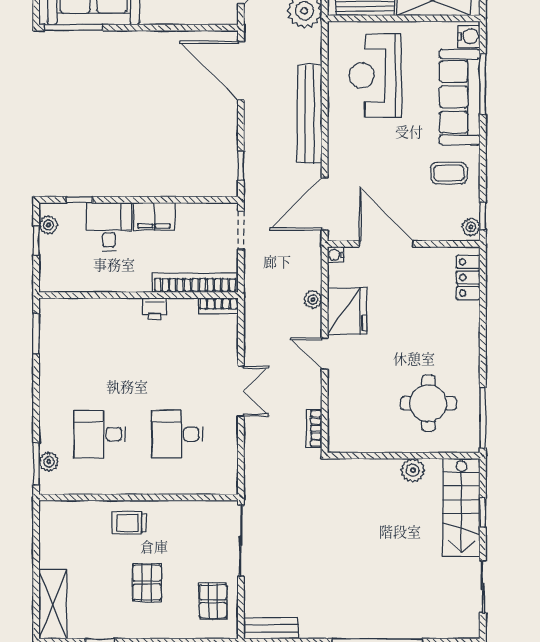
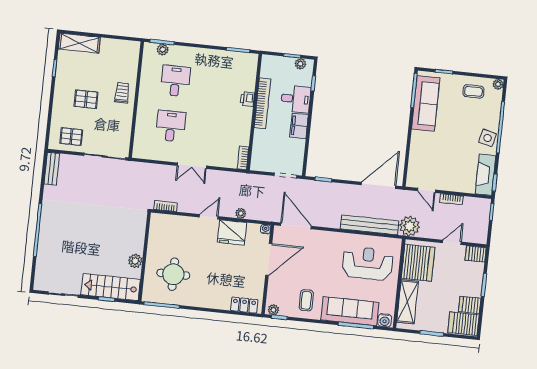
bench: (310, 114) -> (370, 225), moved
bookcase: (195, 283) -> (262, 103), moved
printer: (155, 309) -> (247, 99), moved

